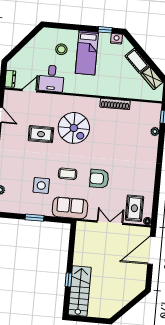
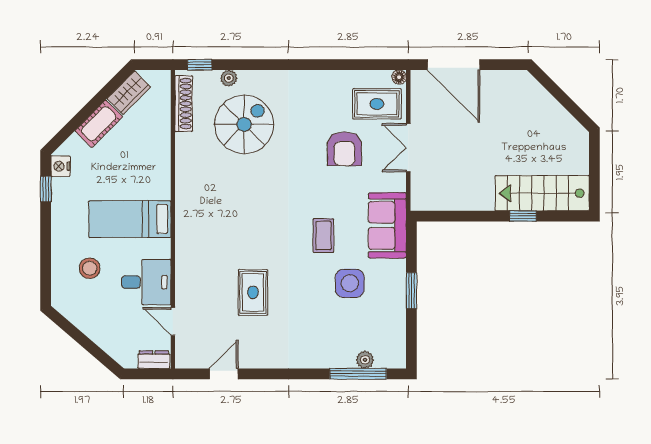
bed: (87, 53) -> (130, 219), moved, turned 180
shoe rack: (115, 104) -> (184, 104), moved
spiral stairs: (74, 128) -> (244, 124), moved
armchair: (99, 179) -> (344, 149), moved

